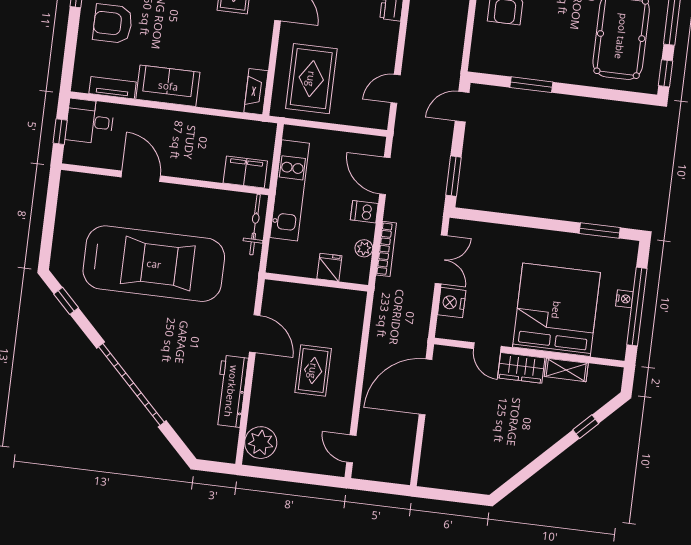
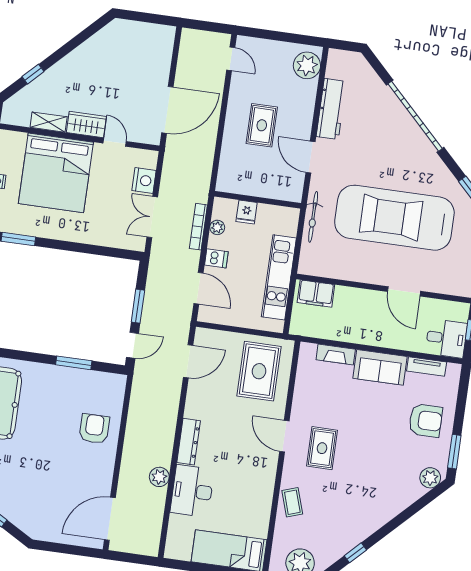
door: (396, 89) -> (188, 361), width x1.38
fireplace: (256, 92) -> (336, 354), moved, turned 90
window: (454, 176) -> (138, 306), moved
bicycle: (255, 225) -> (313, 217), moved

